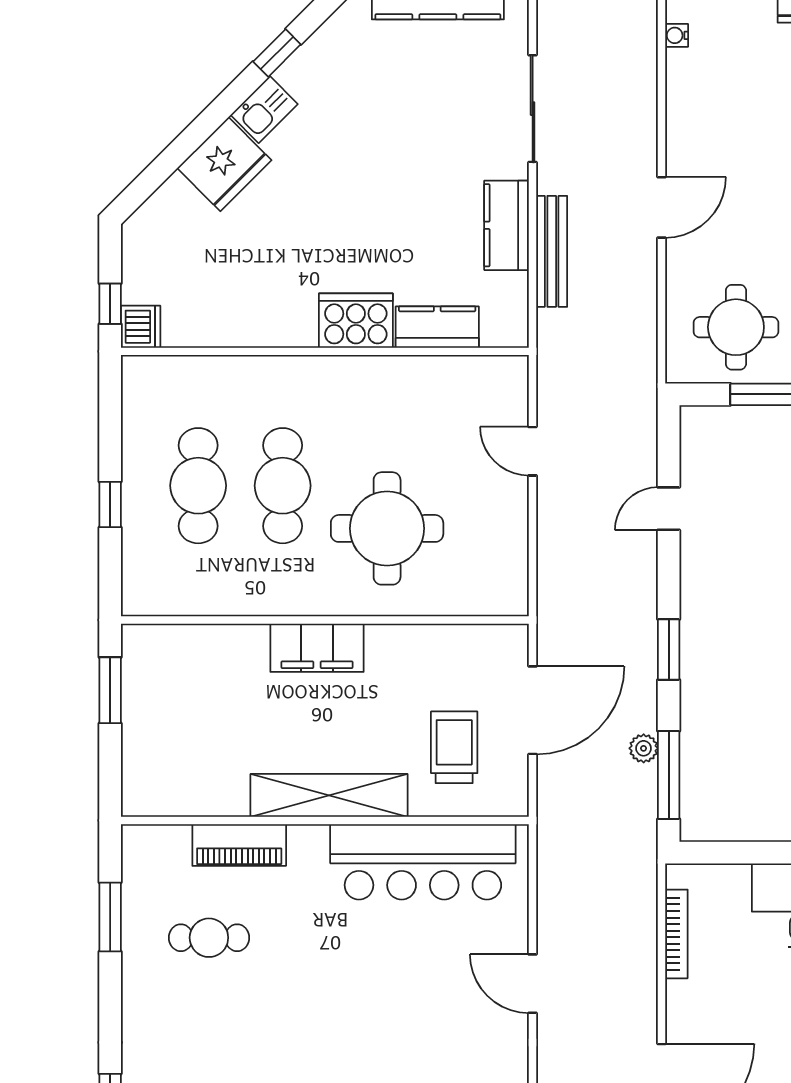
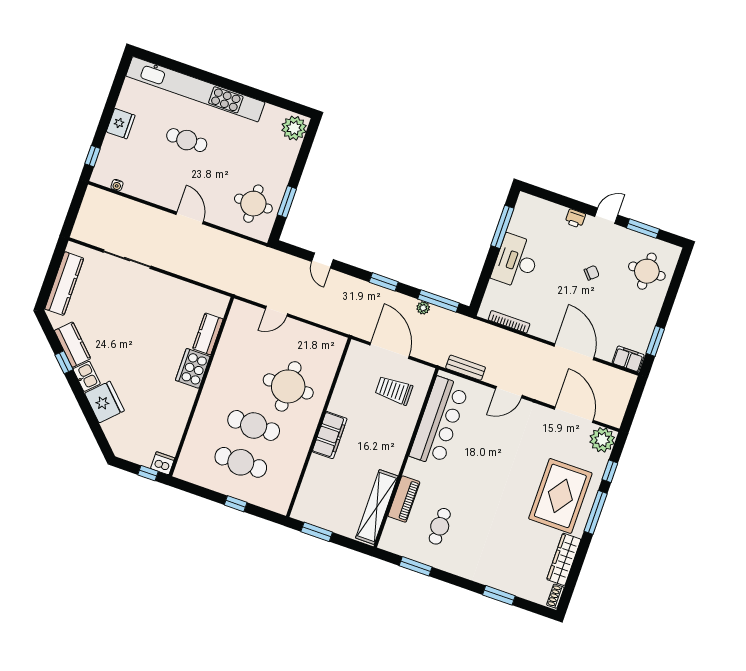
kitchen counter: (507, 225) -> (72, 345), moved, turned -135
bench: (552, 251) -> (466, 368), moved, width x0.73
shelving: (329, 795) -> (377, 507), moved

